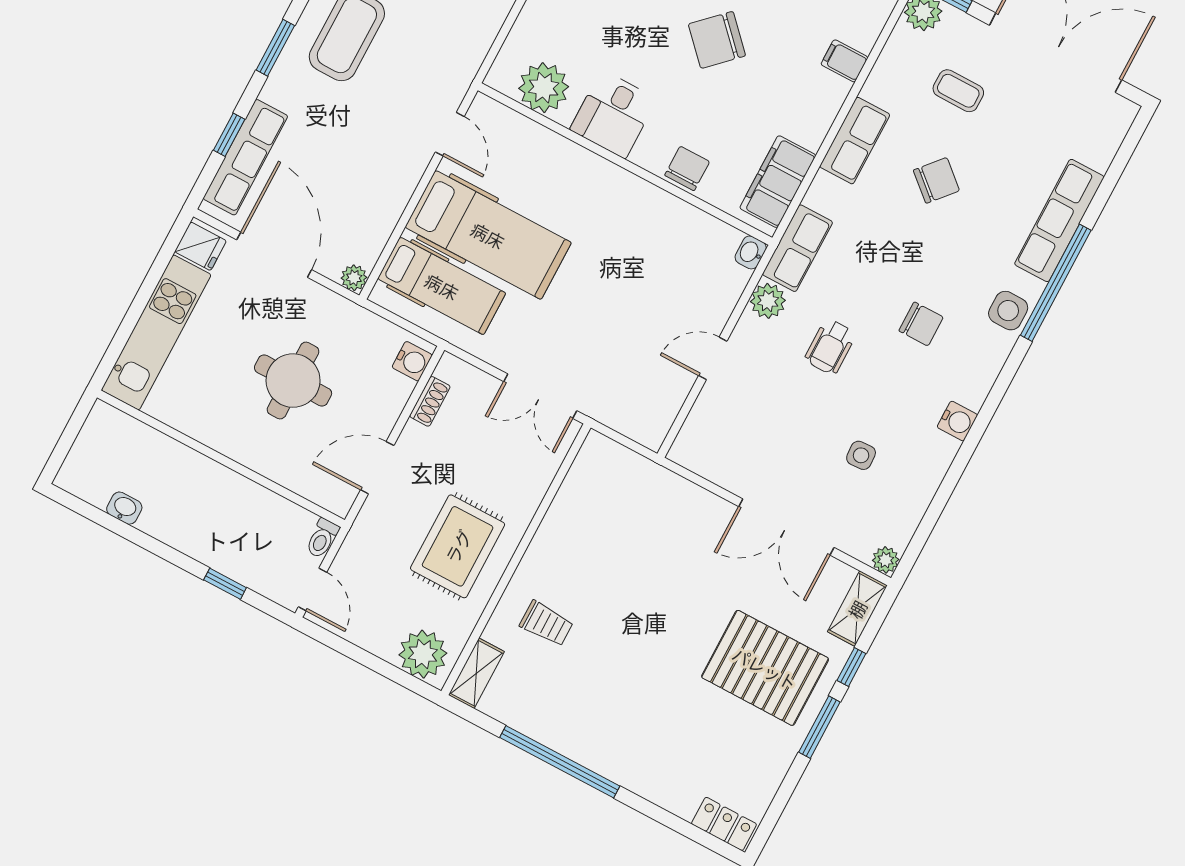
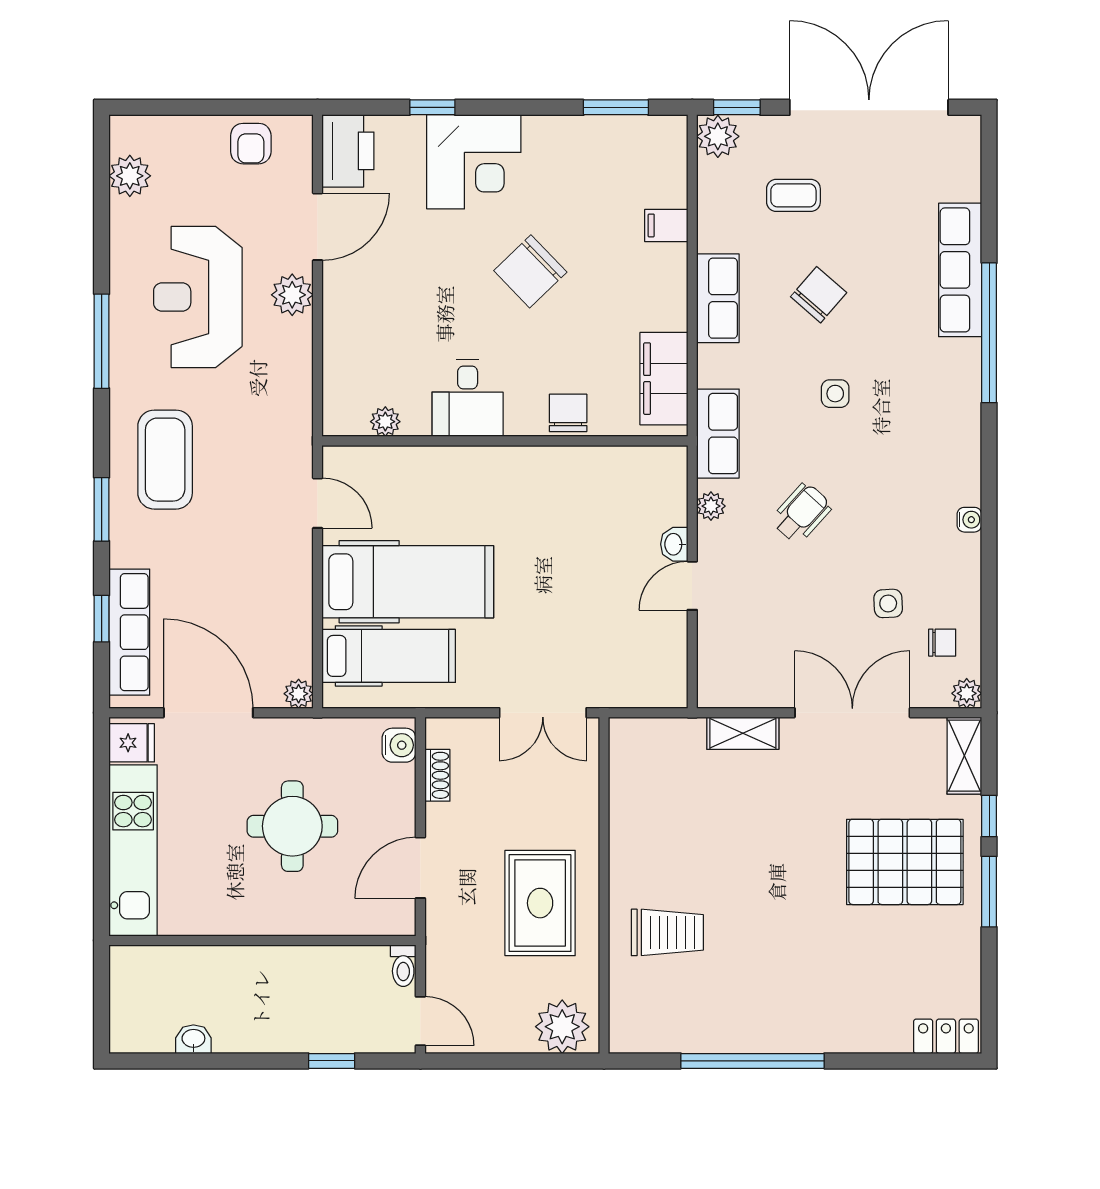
plant: (544, 88) -> (385, 422), width x0.53, depth x0.53
washbasin: (751, 252) -> (674, 544), moved
plant: (768, 301) -> (711, 506), width x0.73, depth x0.73
side table: (1008, 311) -> (835, 394), moved, width x0.73, depth x0.73
chair: (921, 324) -> (942, 643), moved, width x0.73, depth x0.73
wheelchair: (830, 347) -> (801, 513), turned -138
water cooler: (957, 421) -> (969, 520), width x0.72, depth x0.72
double door: (786, 527) -> (852, 713), swing flipped
trolley: (546, 624) -> (667, 932), width x1.36, depth x1.39
shelving: (476, 673) -> (743, 733), moved, turned 90

